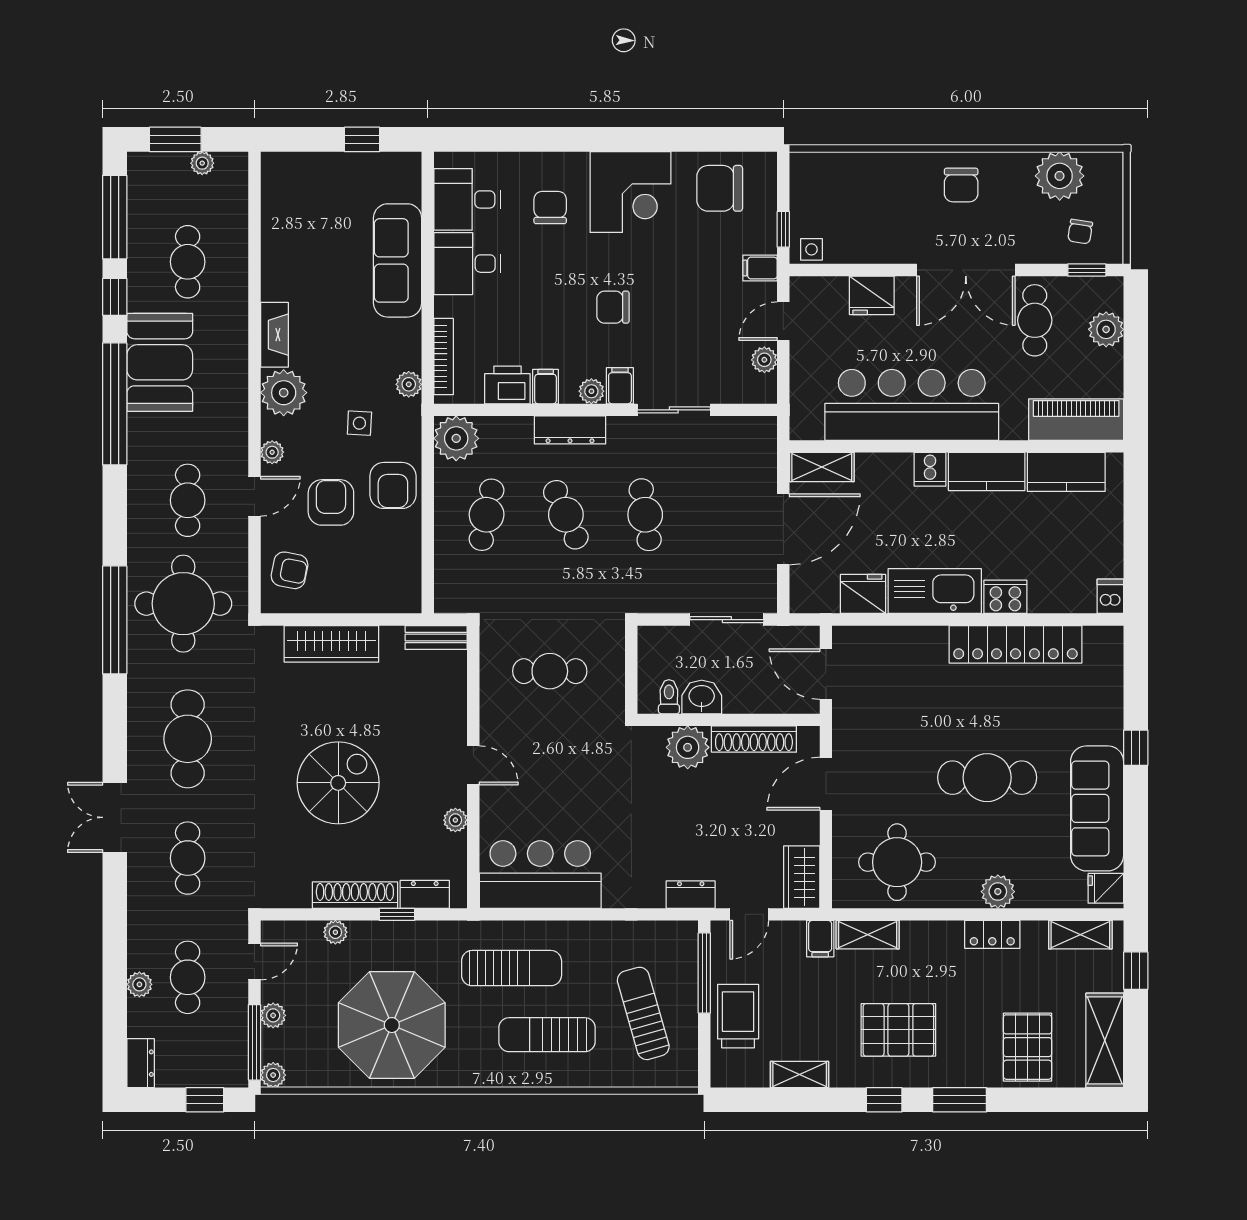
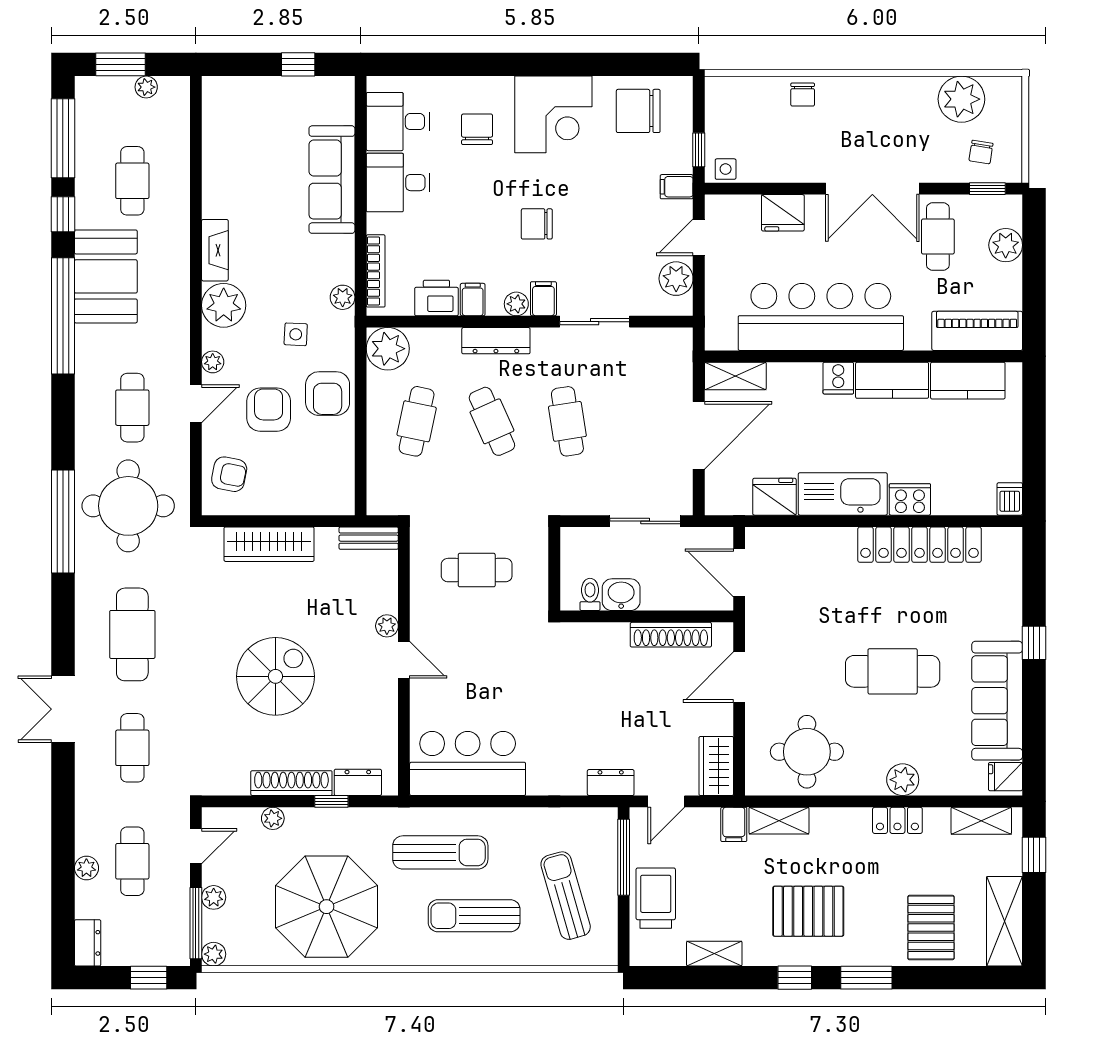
chair: (961, 185) -> (803, 95), moved, width x0.73, depth x0.73
plant: (764, 360) -> (676, 279), width x1.38, depth x1.38
plant: (688, 747) -> (608, 643), removed
plant: (455, 820) -> (387, 626), moved

